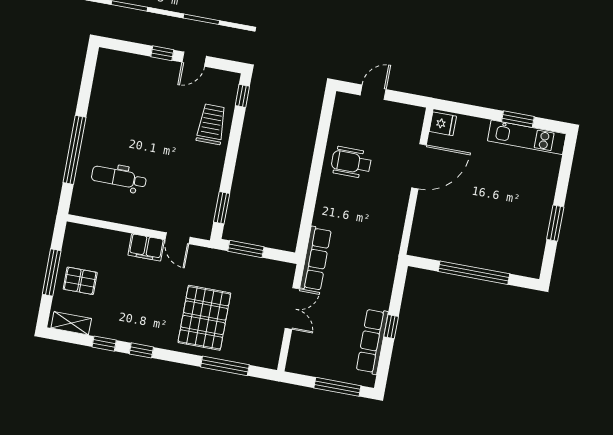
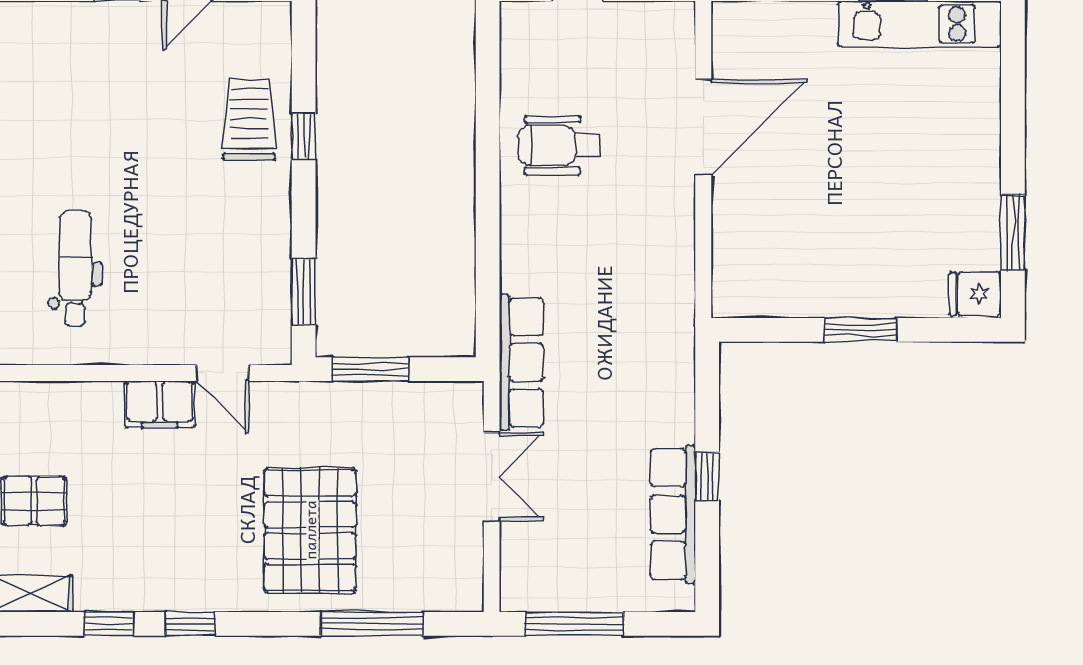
window: (242, 96) -> (304, 136), moved
fridge: (443, 124) -> (975, 294), moved, turned 180
dental chair: (119, 178) -> (75, 268), turned 90
window: (555, 223) -> (1013, 233), moved
window: (474, 273) -> (861, 330), width x0.47
window: (337, 387) -> (574, 624), moved

